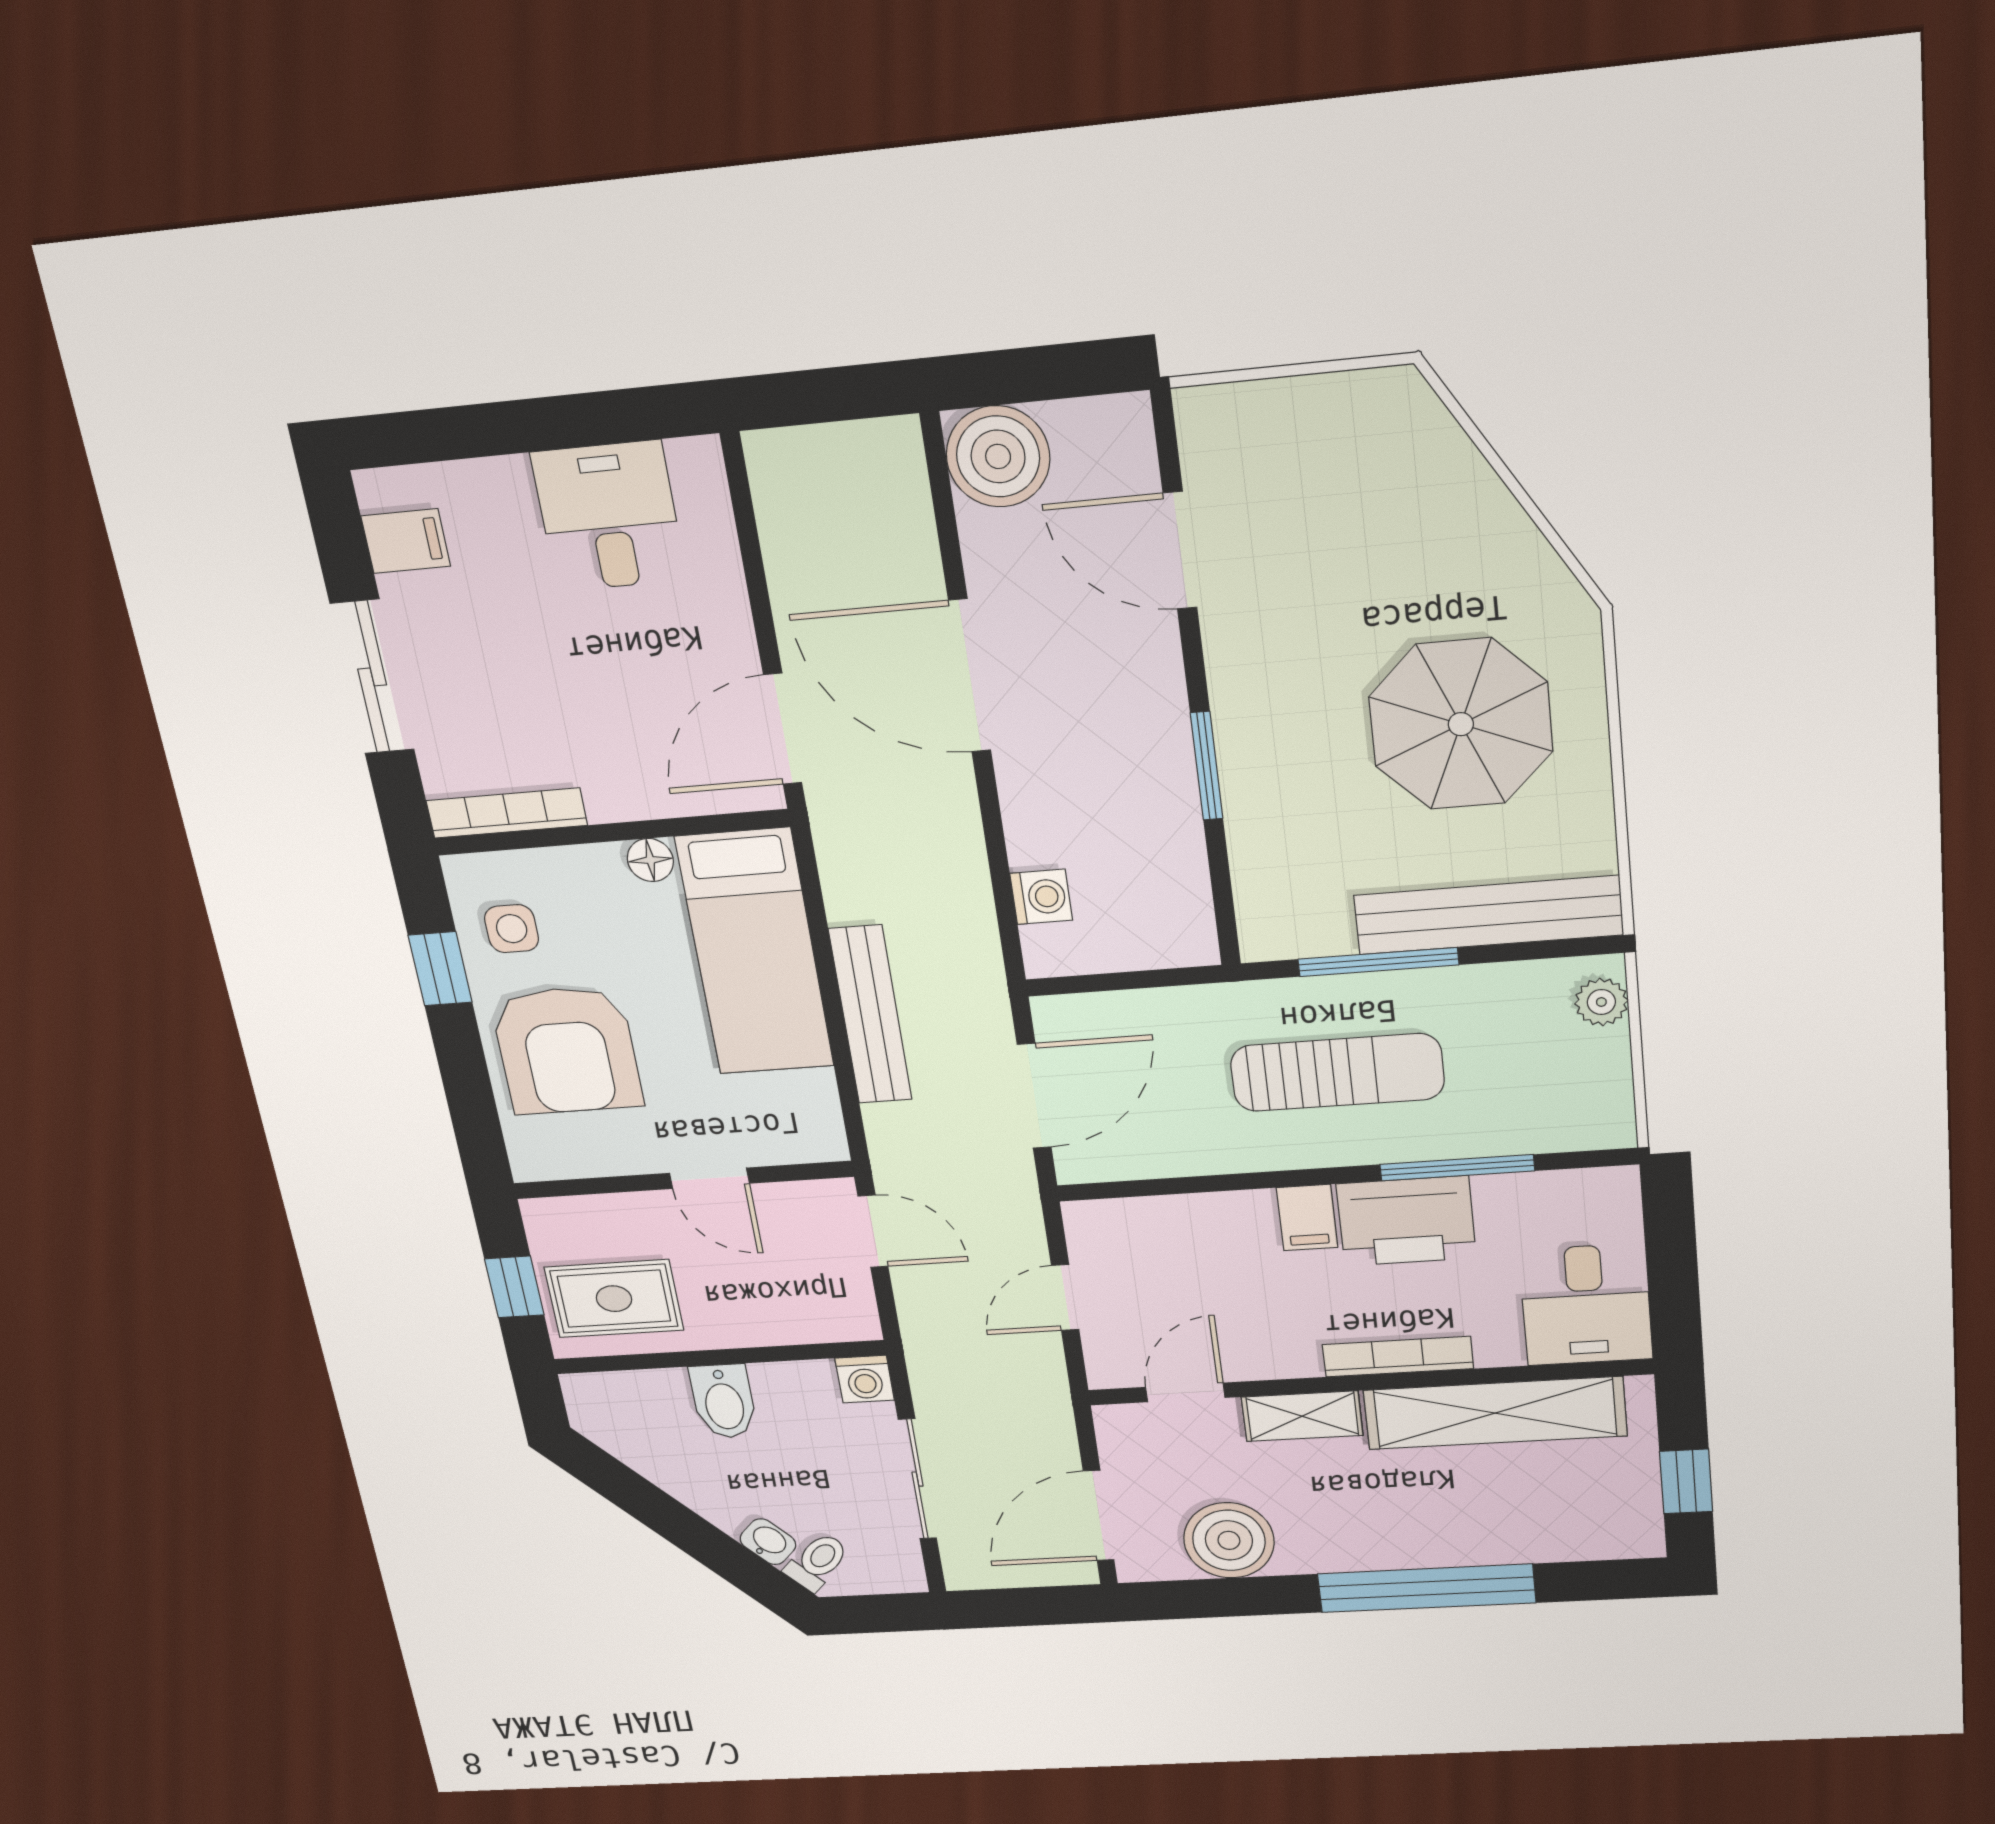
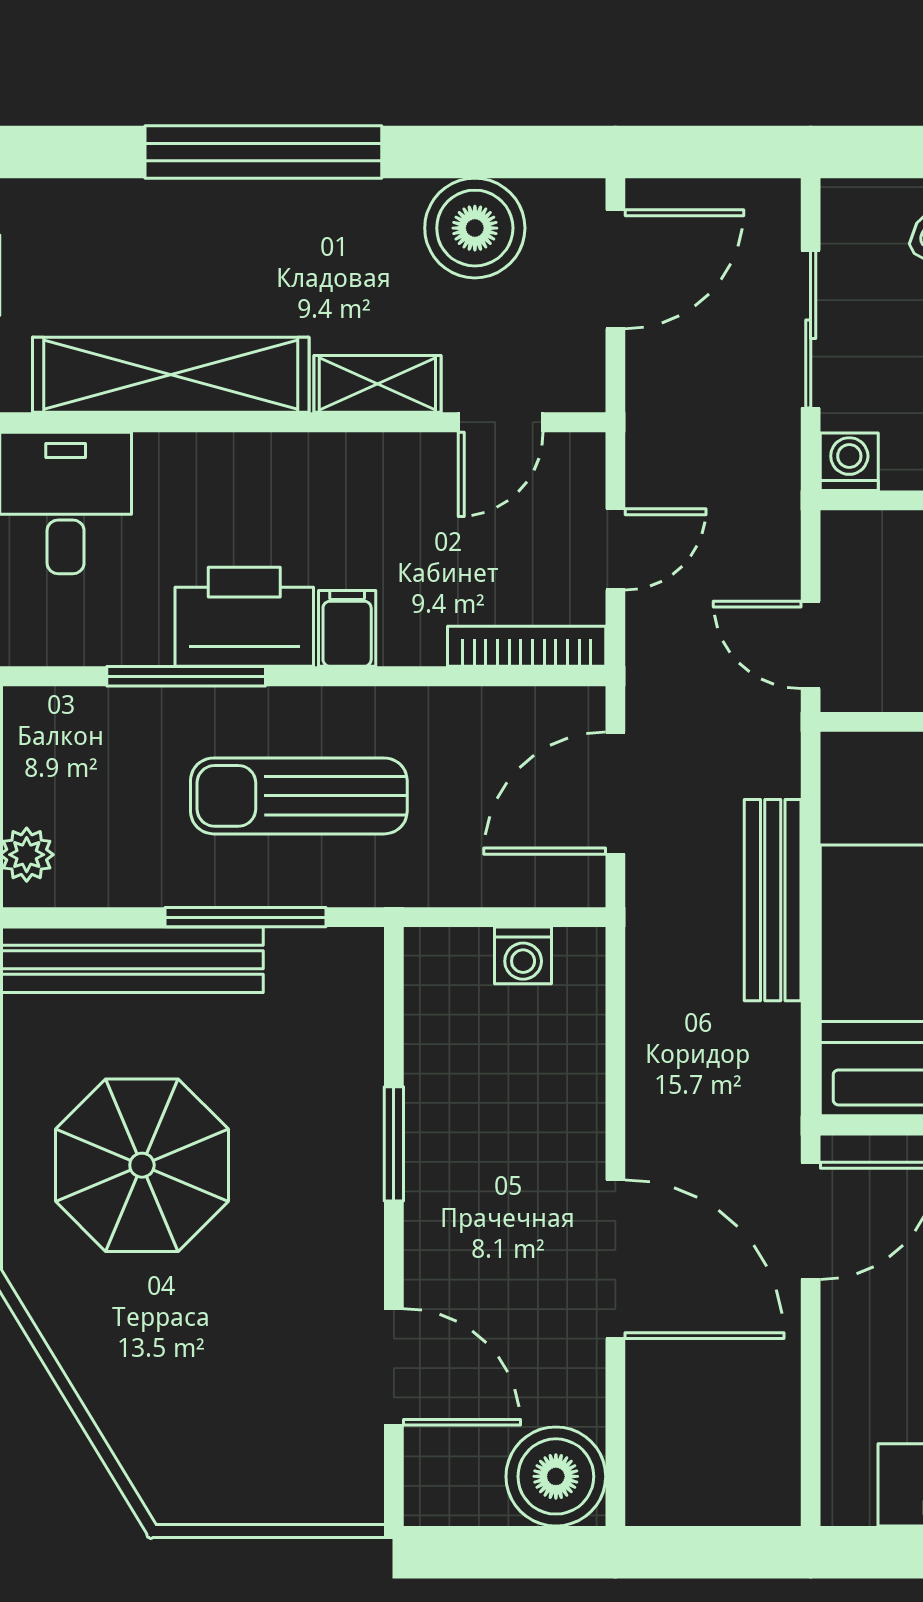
washing machine: (1041, 897) -> (523, 955), moved, turned -90
bookcase: (1398, 1357) -> (527, 646), moved, turned 180

